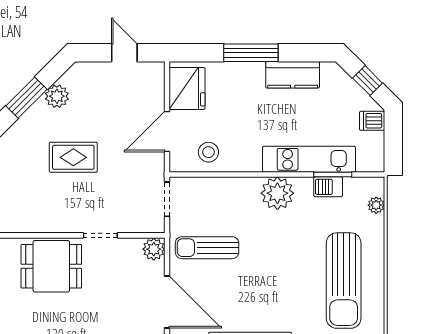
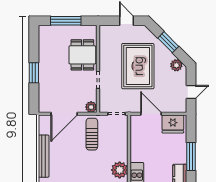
plant: (57, 96) -> (176, 65), moved
stool: (208, 152) -> (140, 135), removed
rug: (73, 157) -> (138, 66), width x1.86, depth x2.06

